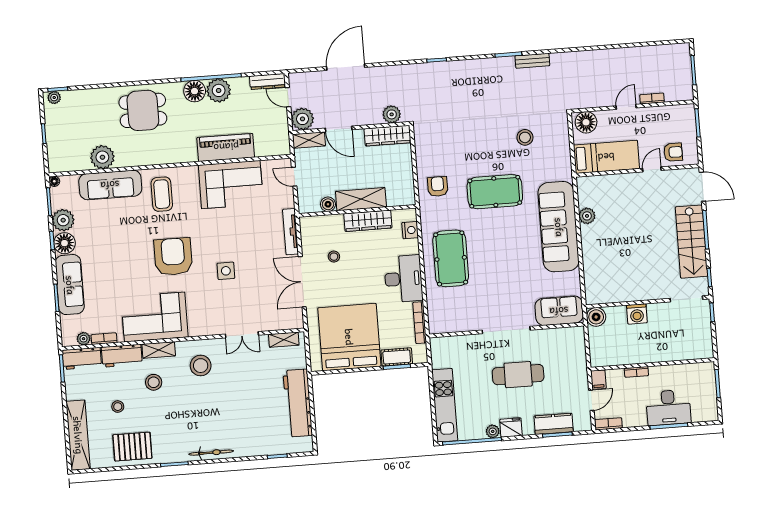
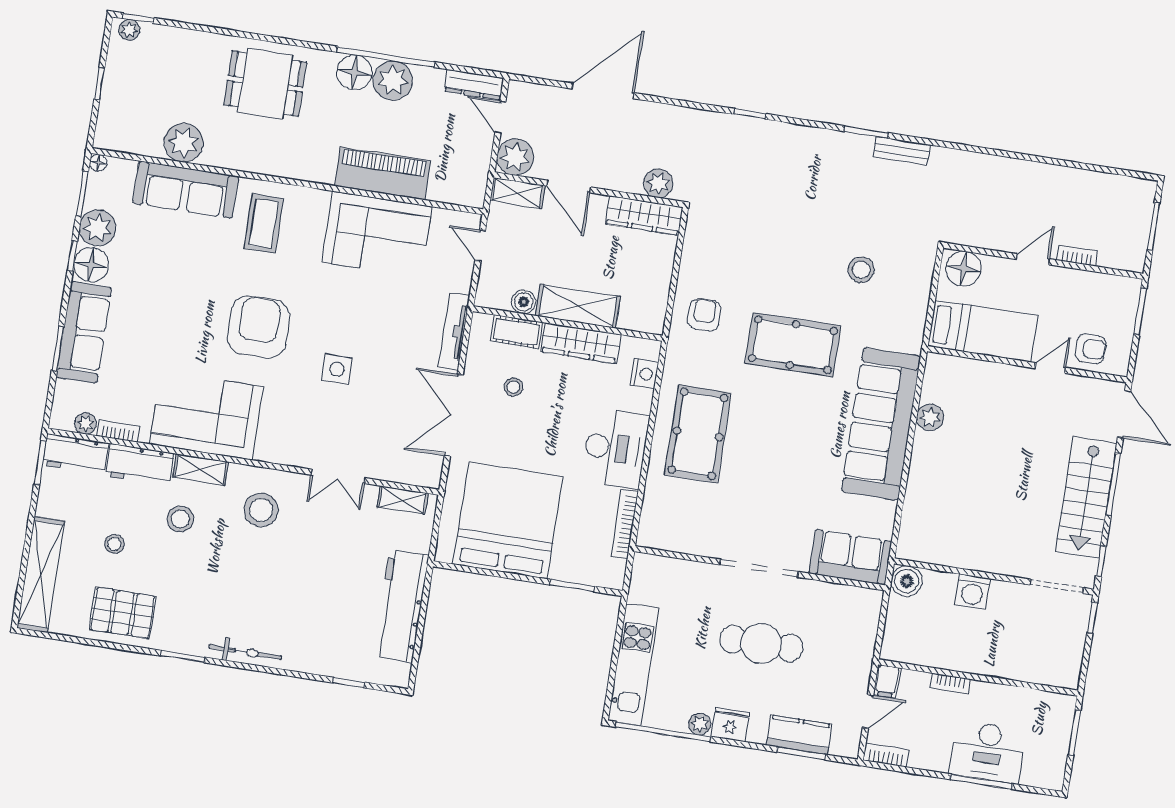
cot: (397, 357) -> (517, 332), moved

